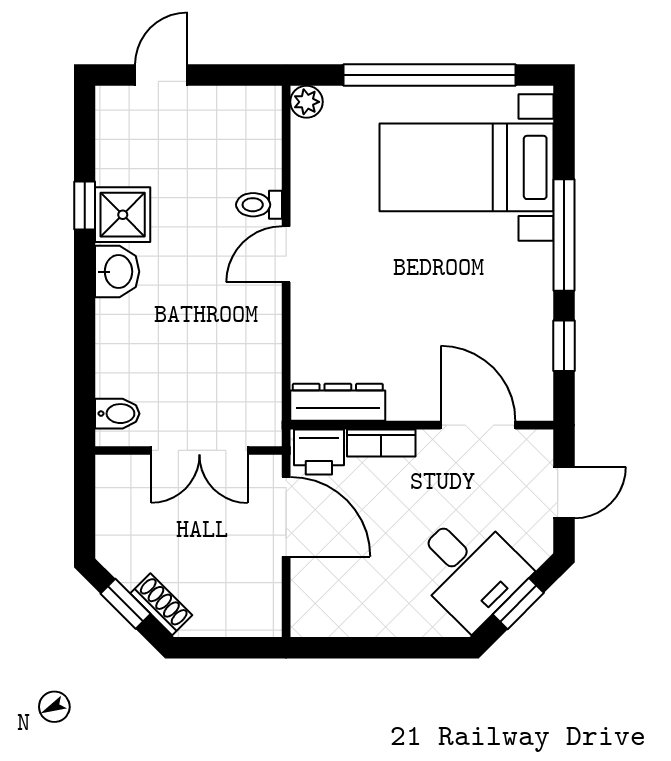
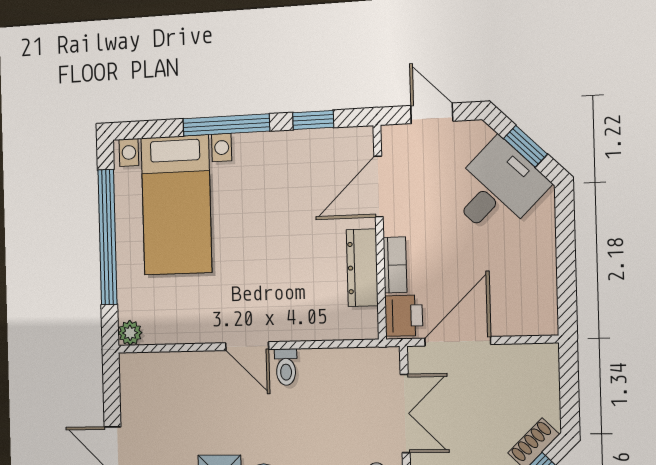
toilet: (259, 205) -> (286, 367), moved
dresser: (338, 402) -> (362, 268), moved

